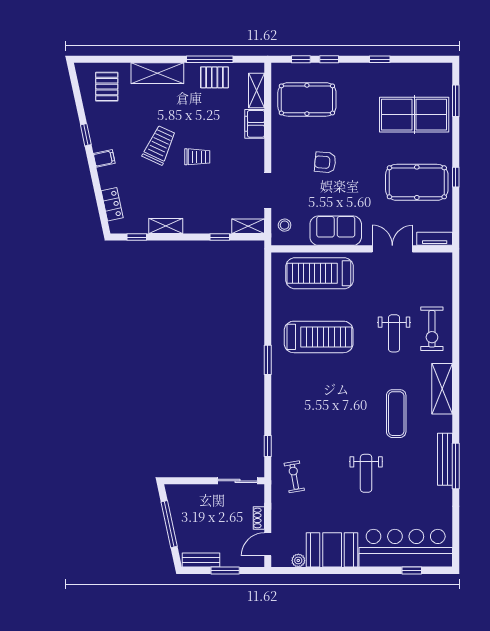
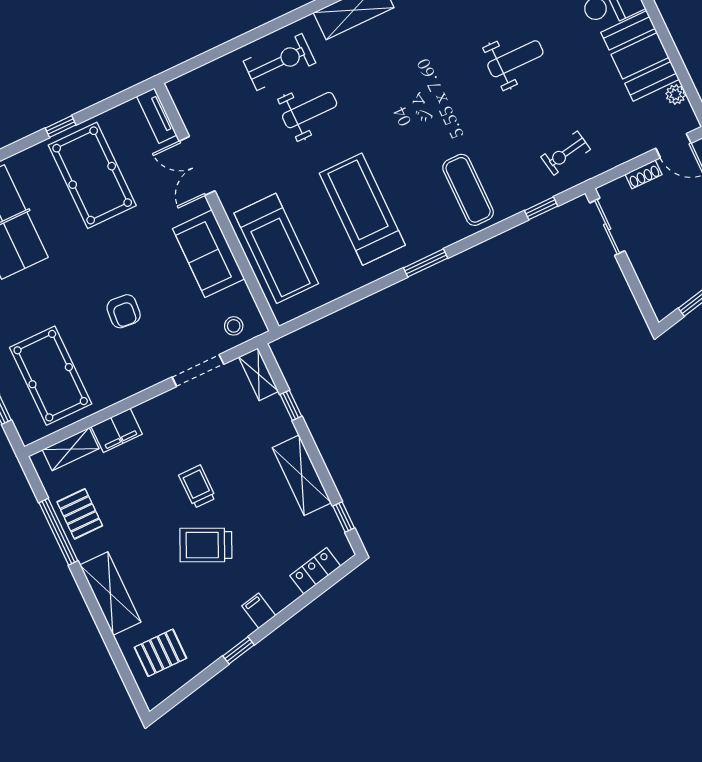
shelving: (166, 226) -> (302, 475), width x1.50, depth x1.33
exercise mat: (396, 414) -> (468, 190), moved, turned 90

